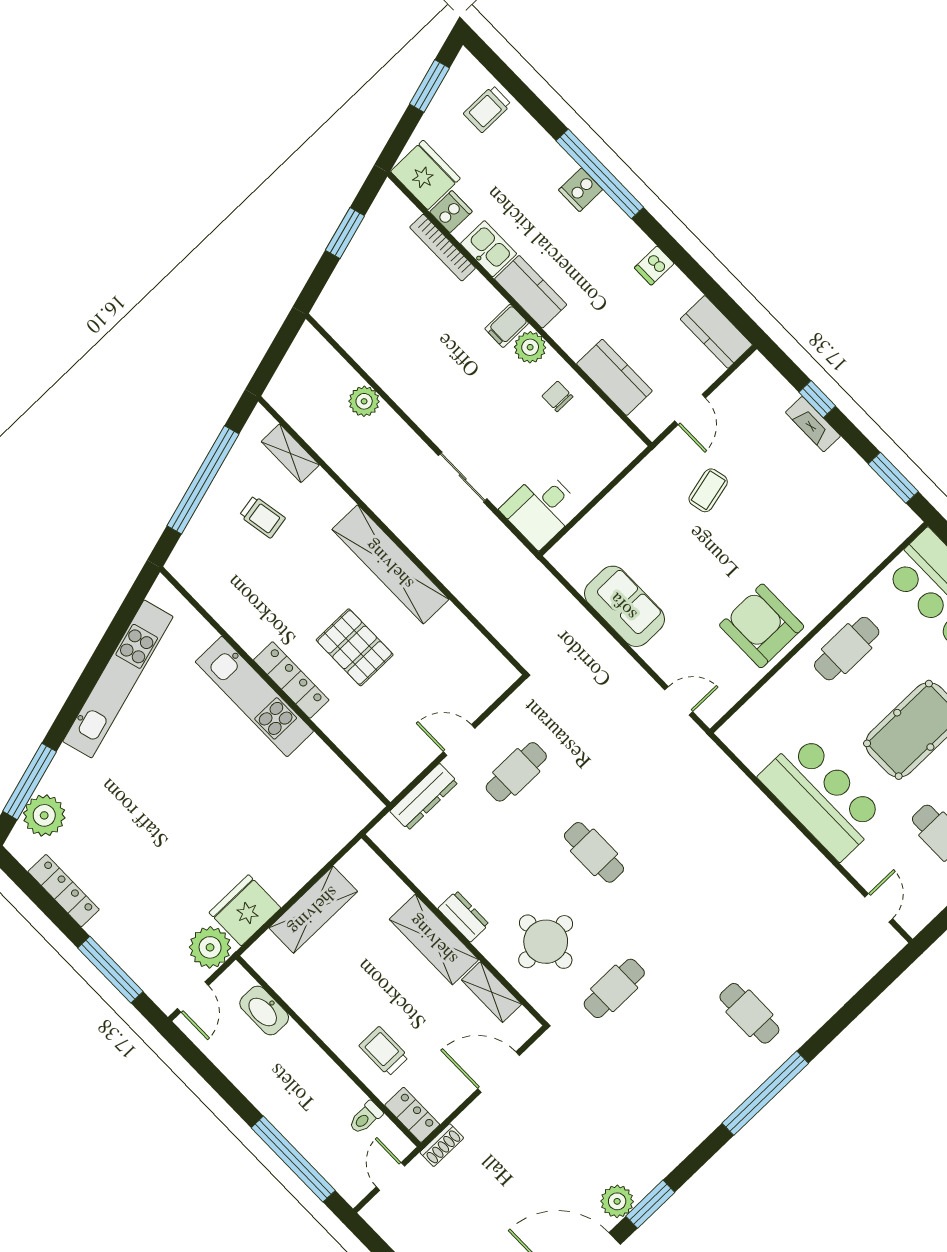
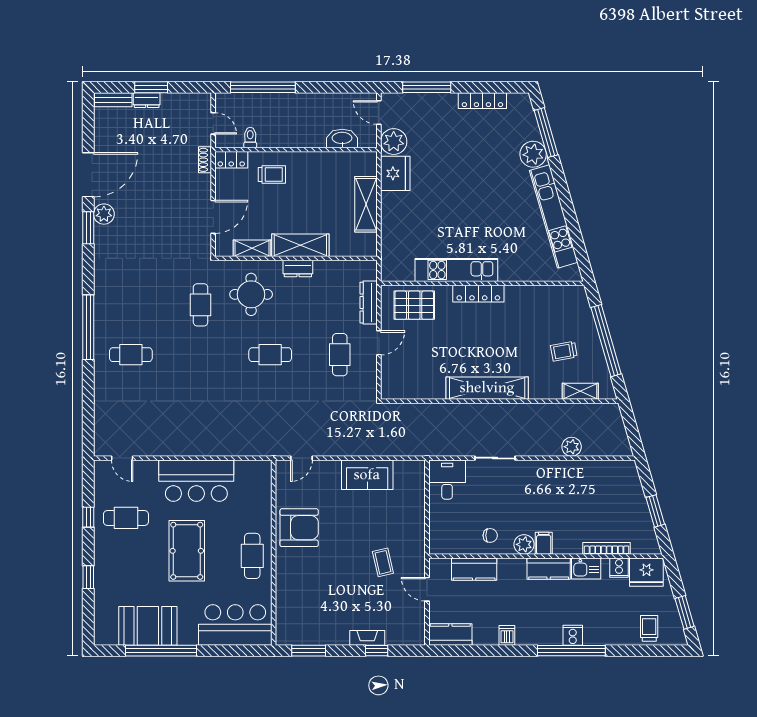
pallet: (355, 647) -> (414, 305), moved
kitchen unit: (254, 696) -> (456, 270), moved
plant: (44, 815) -> (533, 154), moved

